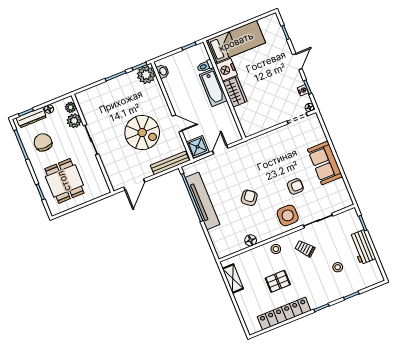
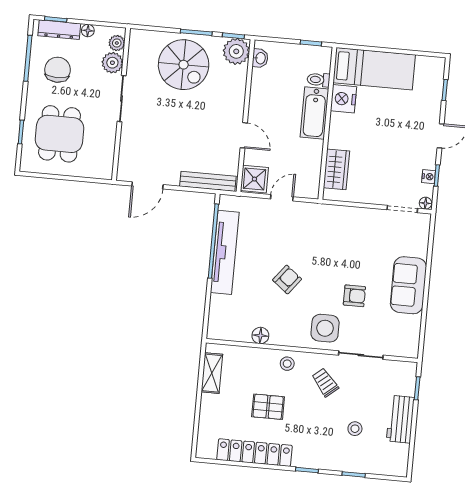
wardrobe: (235, 92) -> (336, 169), moved
spiral stairs: (142, 133) -> (184, 65), moved

